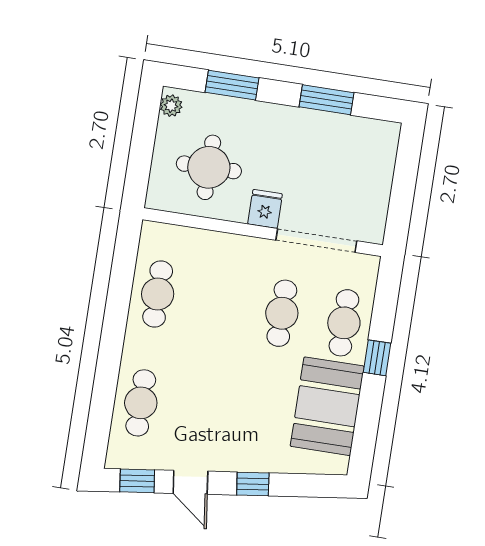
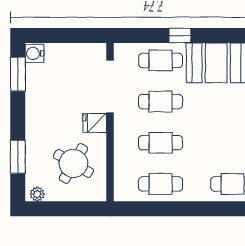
window: (327, 100) -> (18, 74), moved
water cooler: (384, 134) -> (34, 53), added
round table: (209, 167) -> (73, 163), turned 30
cafe table: (220, 304) -> (161, 143), added

